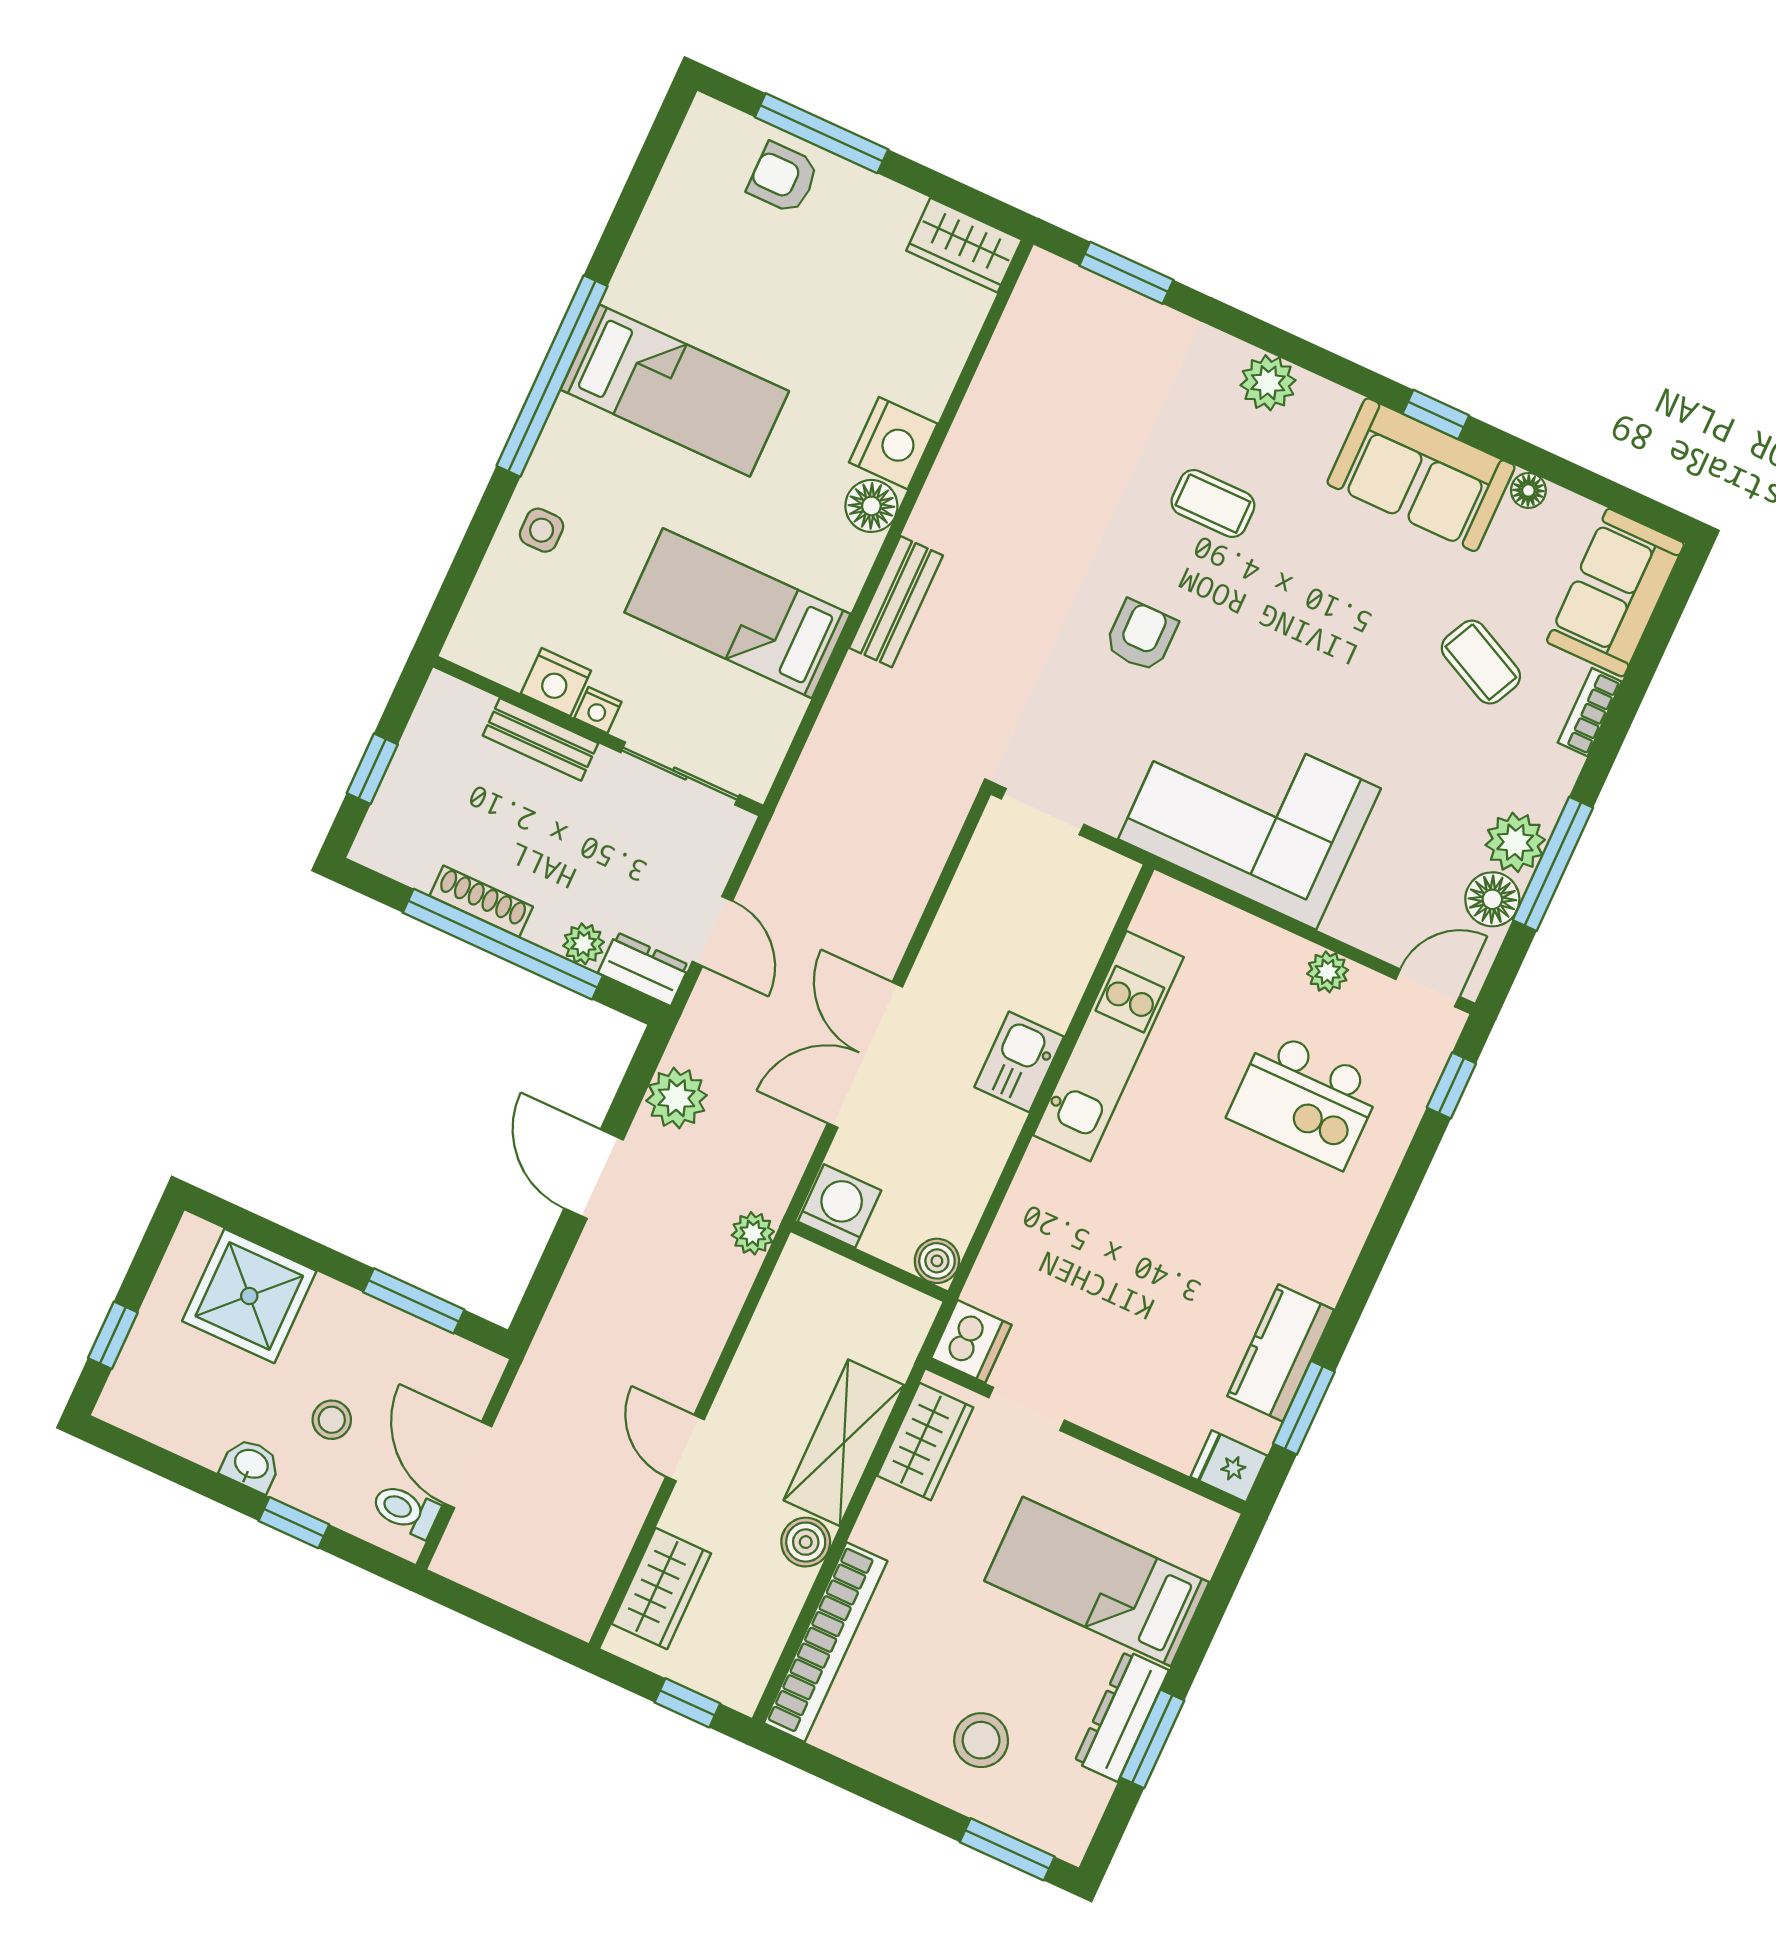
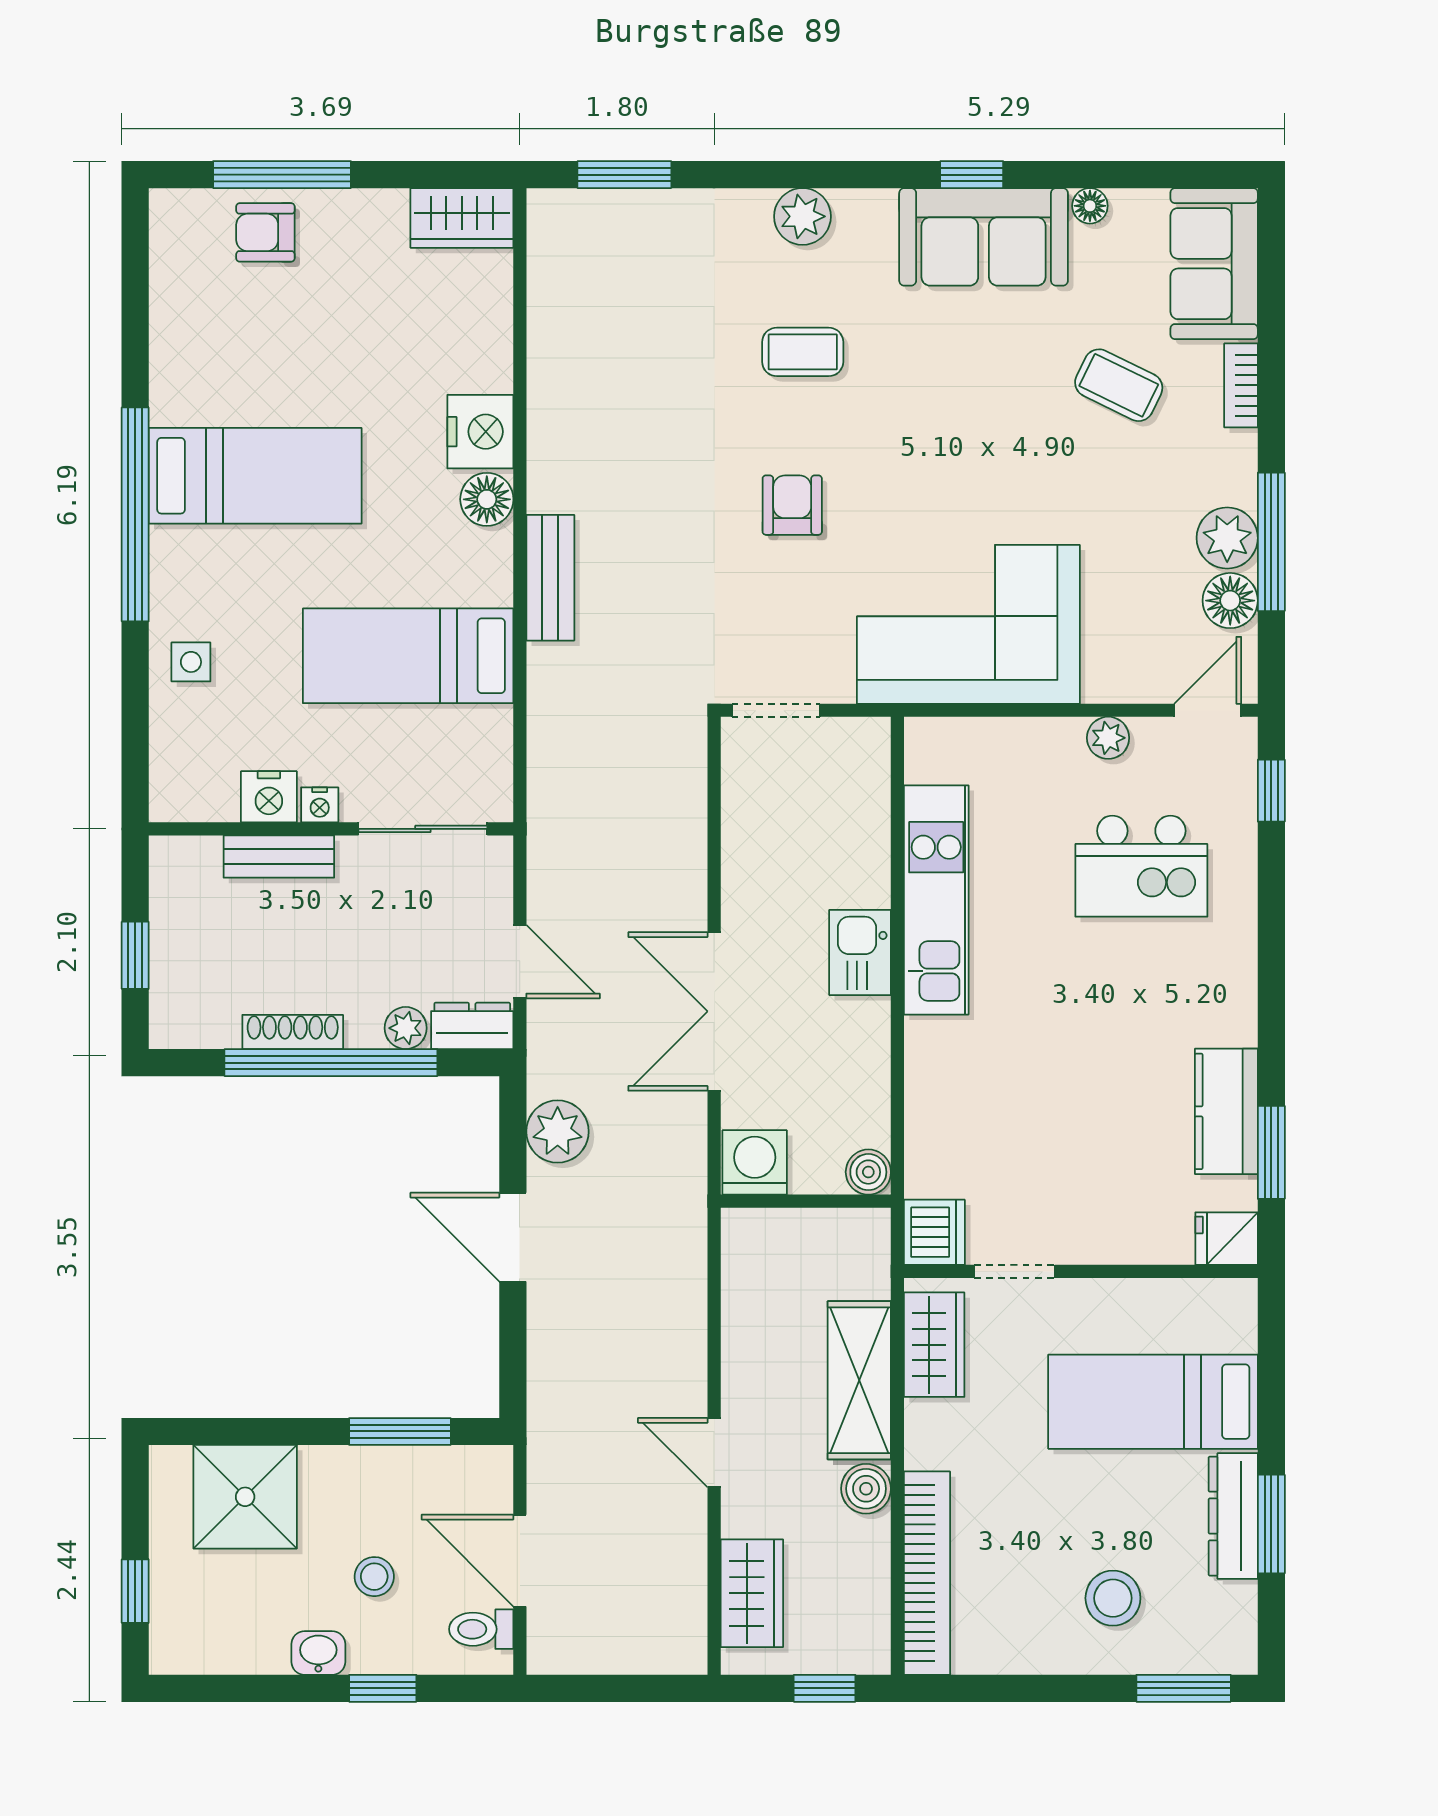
plant: (753, 1233) -> (686, 1225), removed

